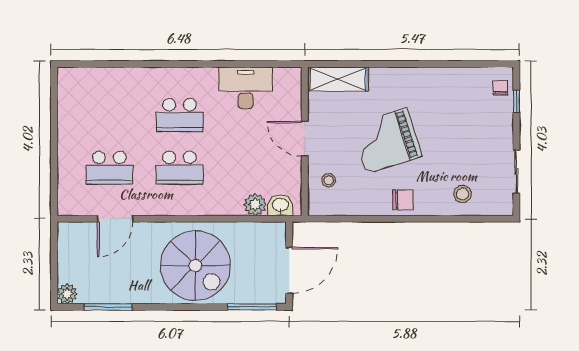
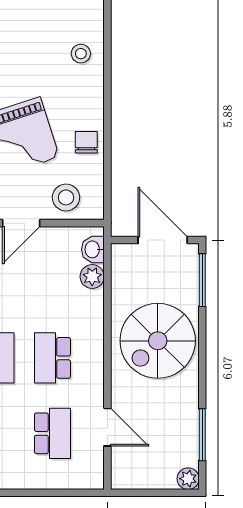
school desk: (179, 168) -> (52, 358), turned 180
stool: (329, 180) -> (66, 197), width x1.89, depth x1.89
chair: (403, 200) -> (86, 142), moved
spiral stairs: (195, 266) -> (158, 341), turned 180

